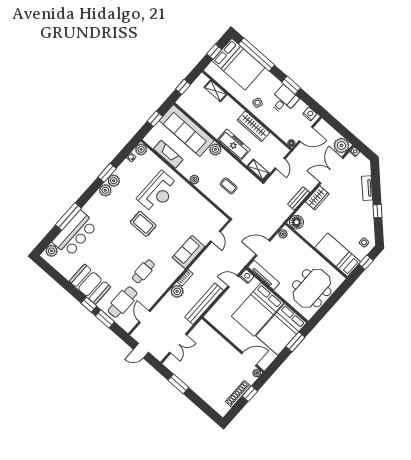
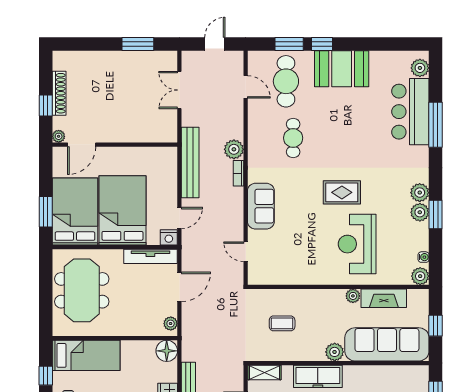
plant: (194, 179) -> (353, 296), moved

